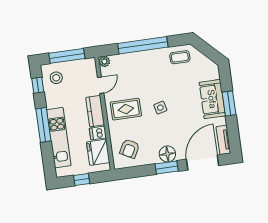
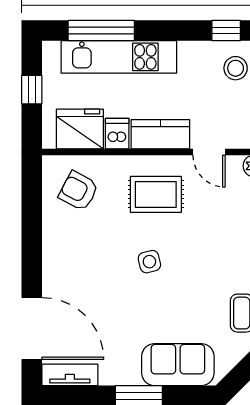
sofa: (212, 99) -> (178, 365), moved
rug: (126, 109) -> (156, 194), turned 90
window: (43, 125) -> (101, 30), moved
floor lamp: (167, 154) -> (58, 263), removed
window: (167, 167) -> (32, 258), removed

